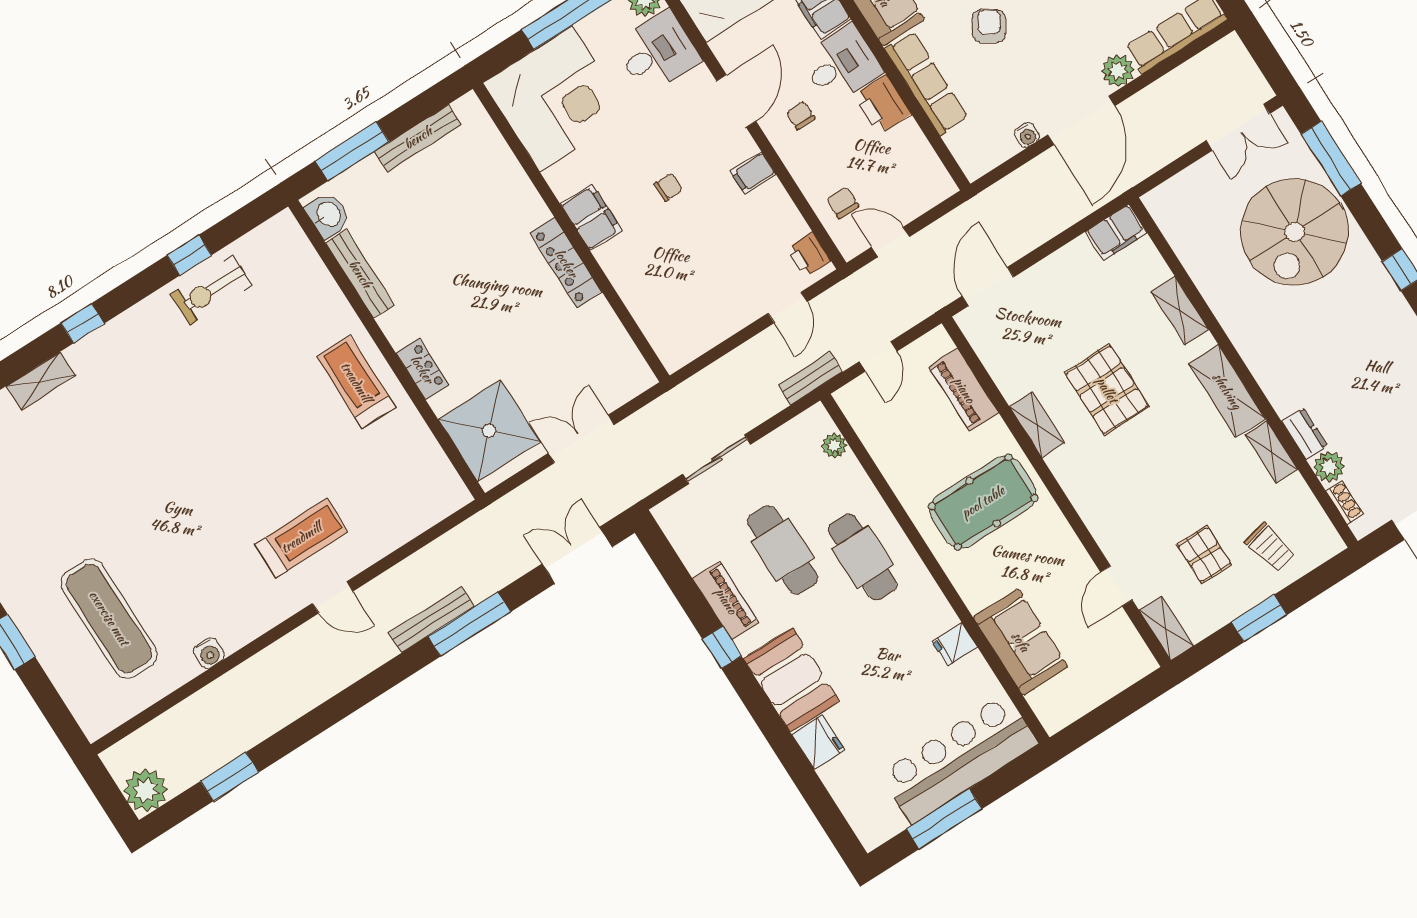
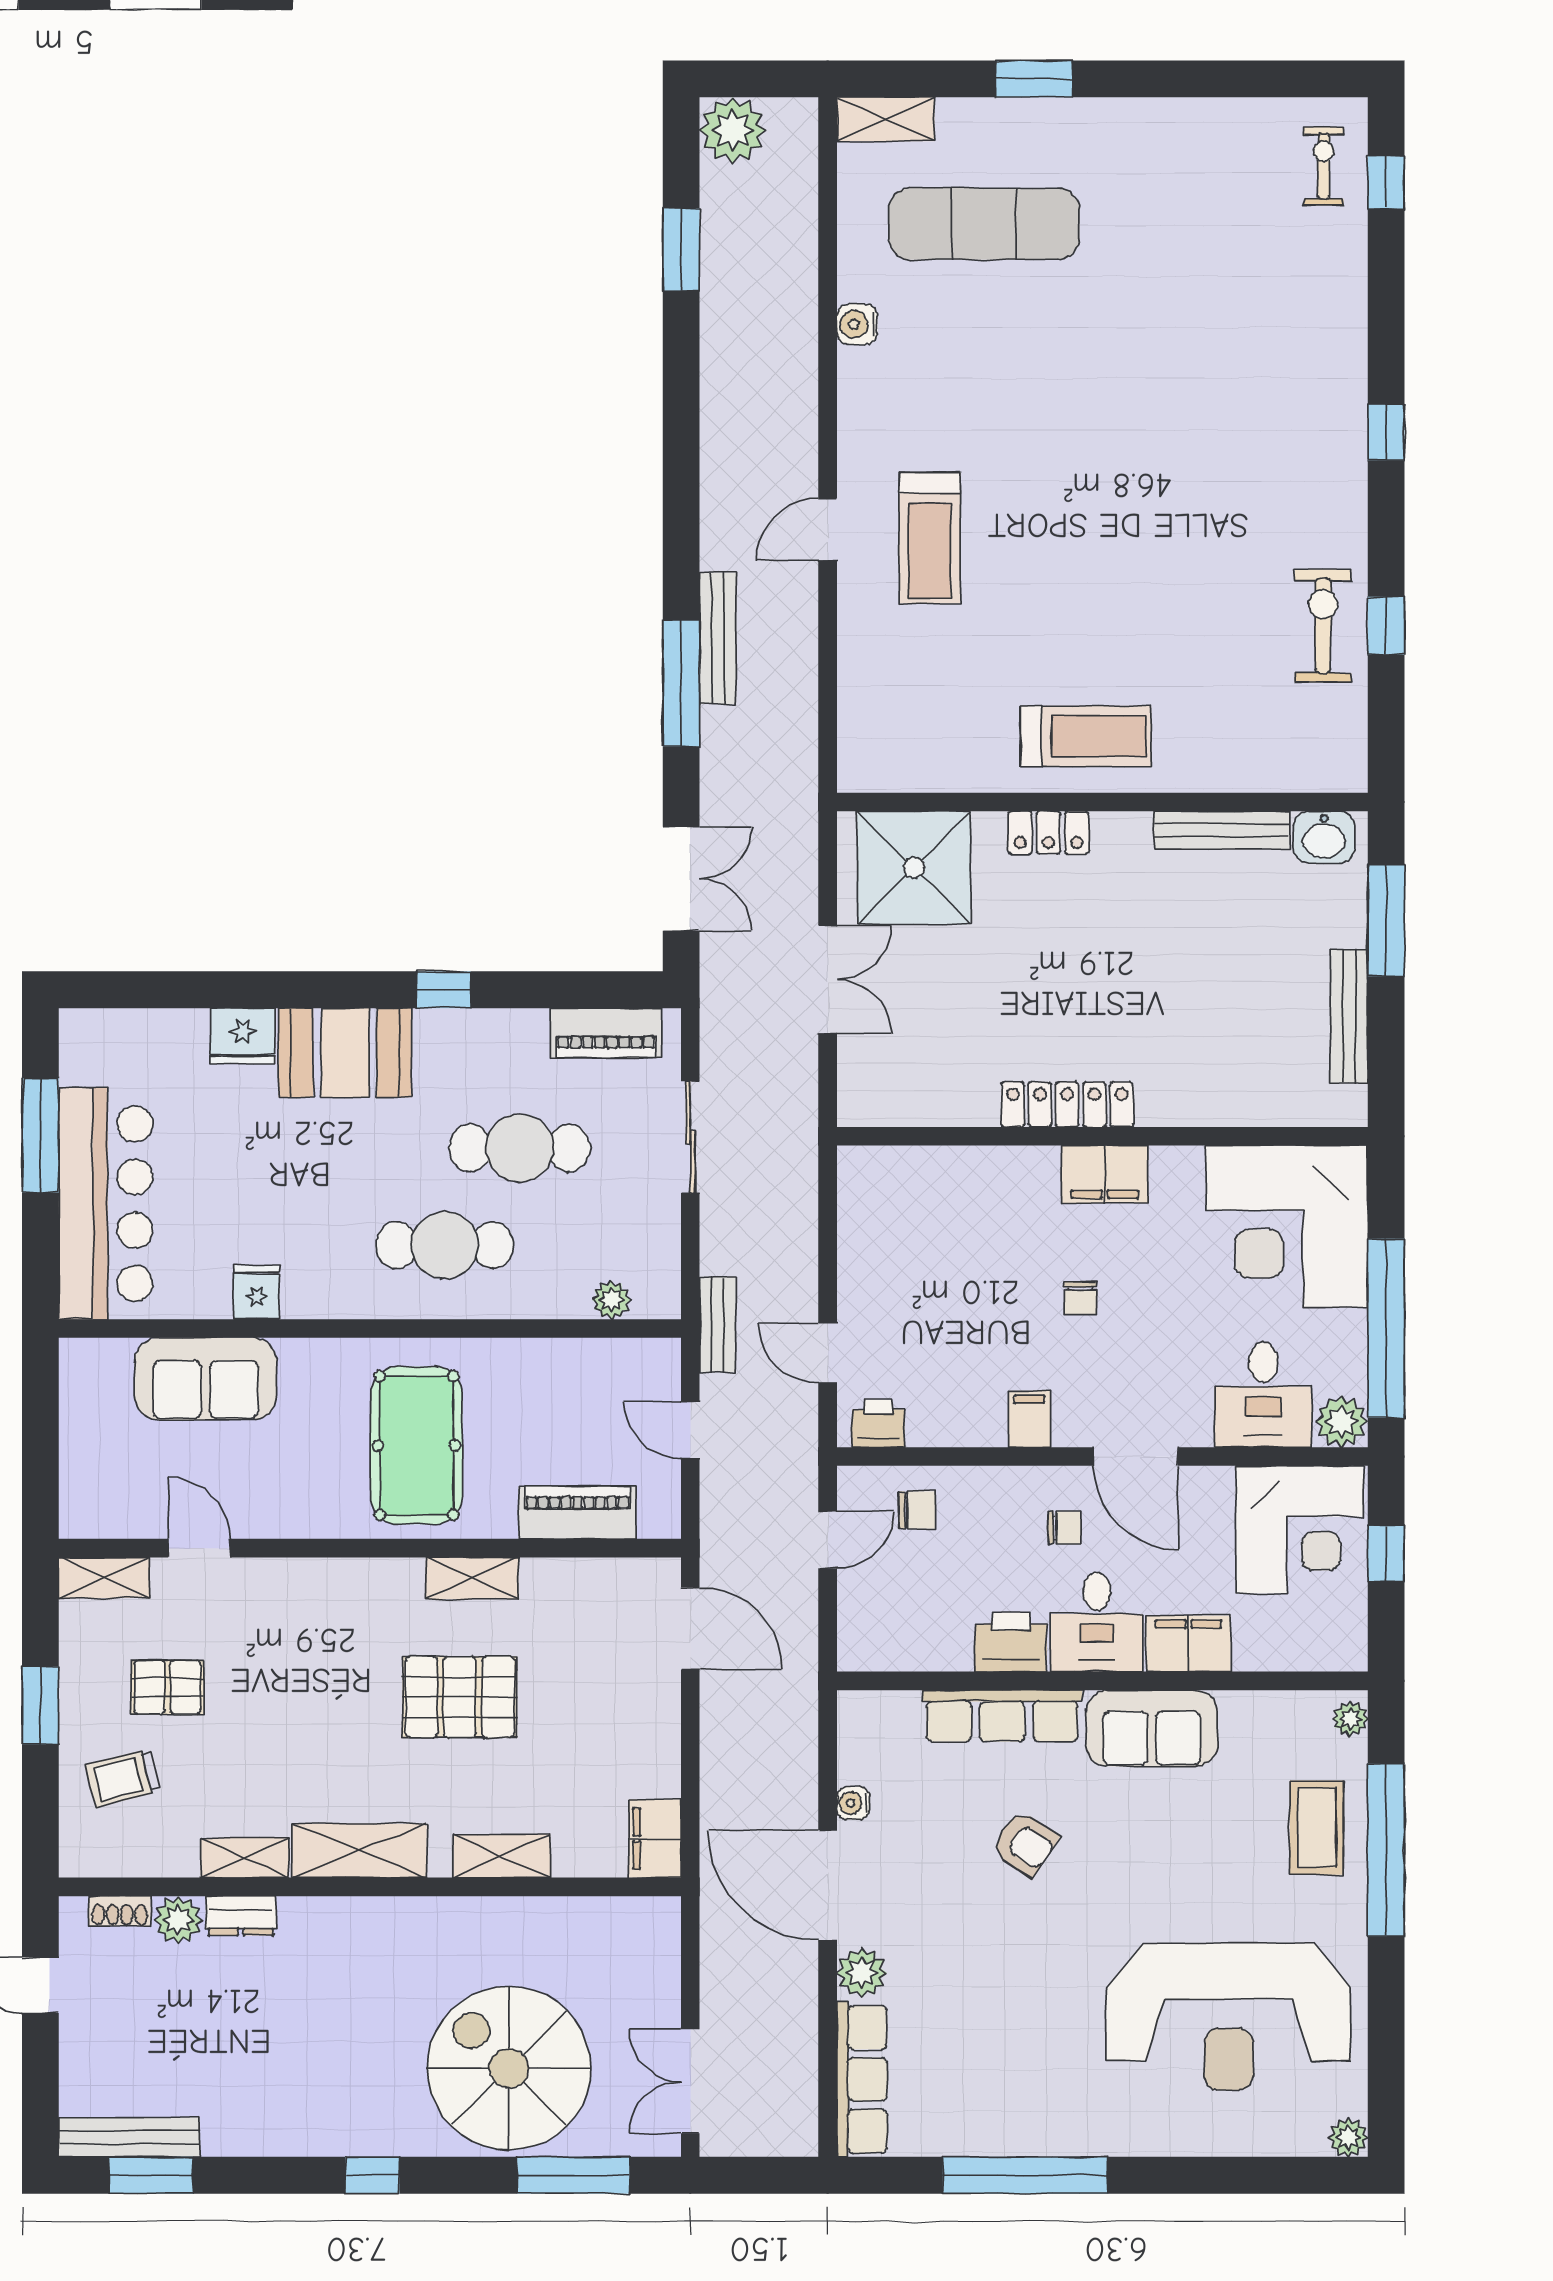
shelving: (41, 381) -> (886, 119), moved, turned 90
piano: (726, 601) -> (606, 1033), moved

